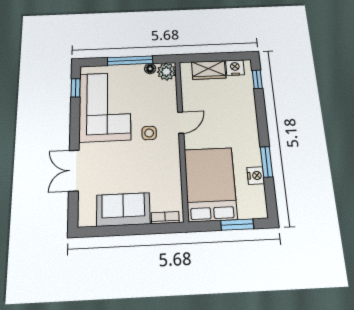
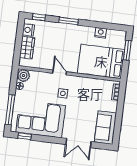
window: (130, 61) -> (10, 110), moved
window: (267, 162) -> (69, 21), moved
sofa: (123, 209) -> (105, 128), moved

